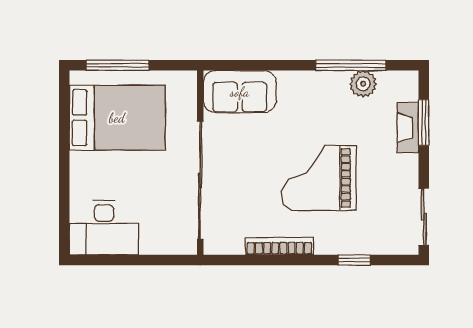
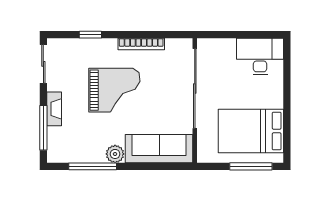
plant: (363, 84) -> (115, 154), moved
sofa: (240, 92) -> (159, 149), width x1.36
window: (424, 123) -> (43, 128), width x1.44
fireplace: (408, 128) -> (54, 109), moved

